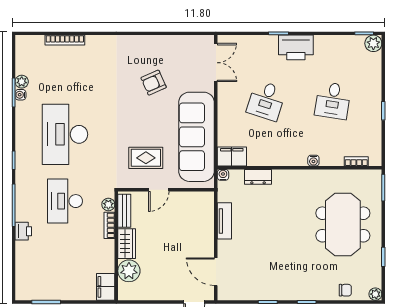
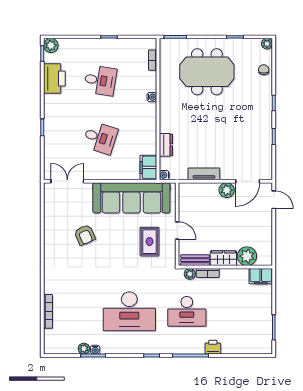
printer: (296, 47) -> (54, 78), moved
plant: (205, 247) -> (227, 190), added

